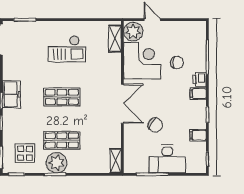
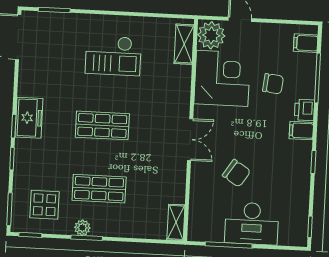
double door: (122, 104) -> (190, 140), width x0.73
filing cabinet: (198, 135) -> (306, 43), moved
plant: (56, 163) -> (82, 228), width x0.53, depth x0.53

